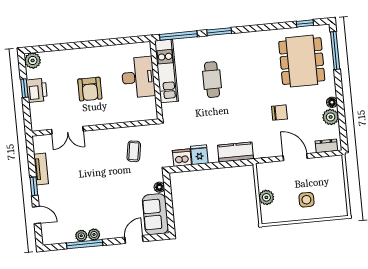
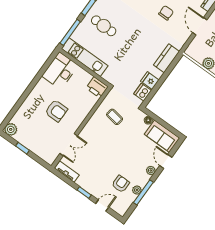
desk: (138, 77) -> (60, 71), moved, turned -90
cafe table: (212, 80) -> (104, 26), moved
printer: (37, 90) -> (97, 87), moved, turned 180
door: (295, 157) -> (200, 26), hinge flipped
tv unit: (41, 169) -> (67, 172), moved
armchair: (73, 215) -> (121, 184), added
plant: (94, 234) -> (151, 171), moved

